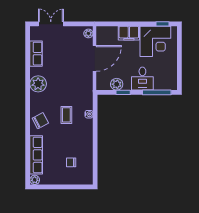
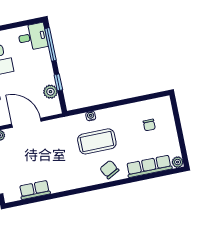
desk: (142, 79) -> (33, 37), moved
plant: (38, 84) -> (68, 180), removed
coffee table: (66, 115) -> (97, 141), width x1.86, depth x1.72

